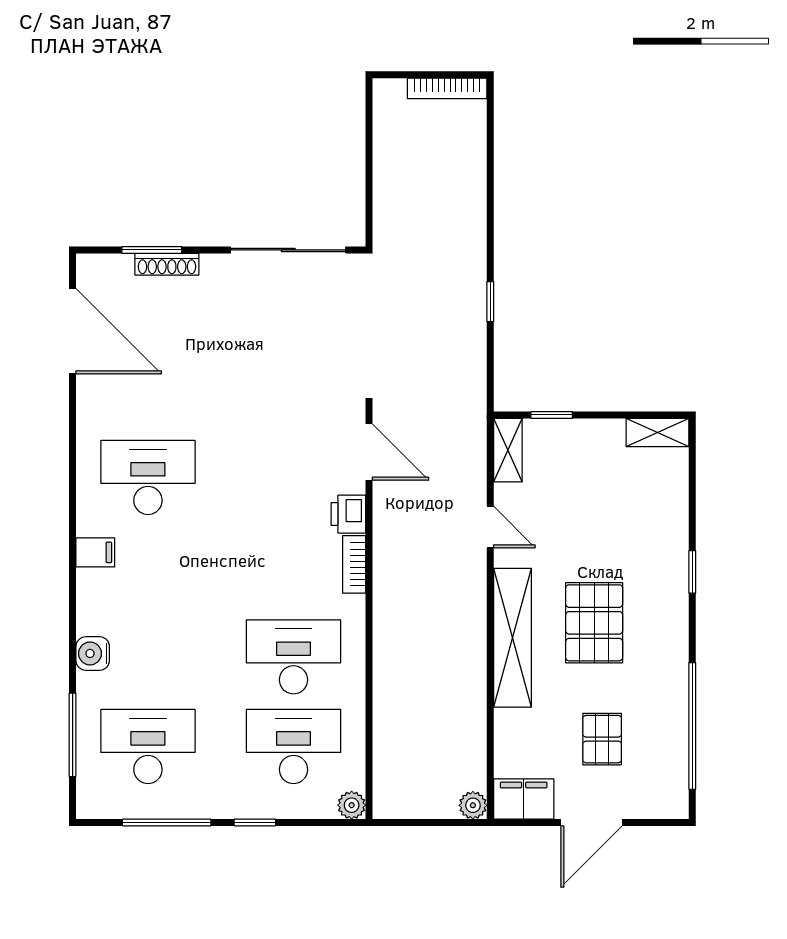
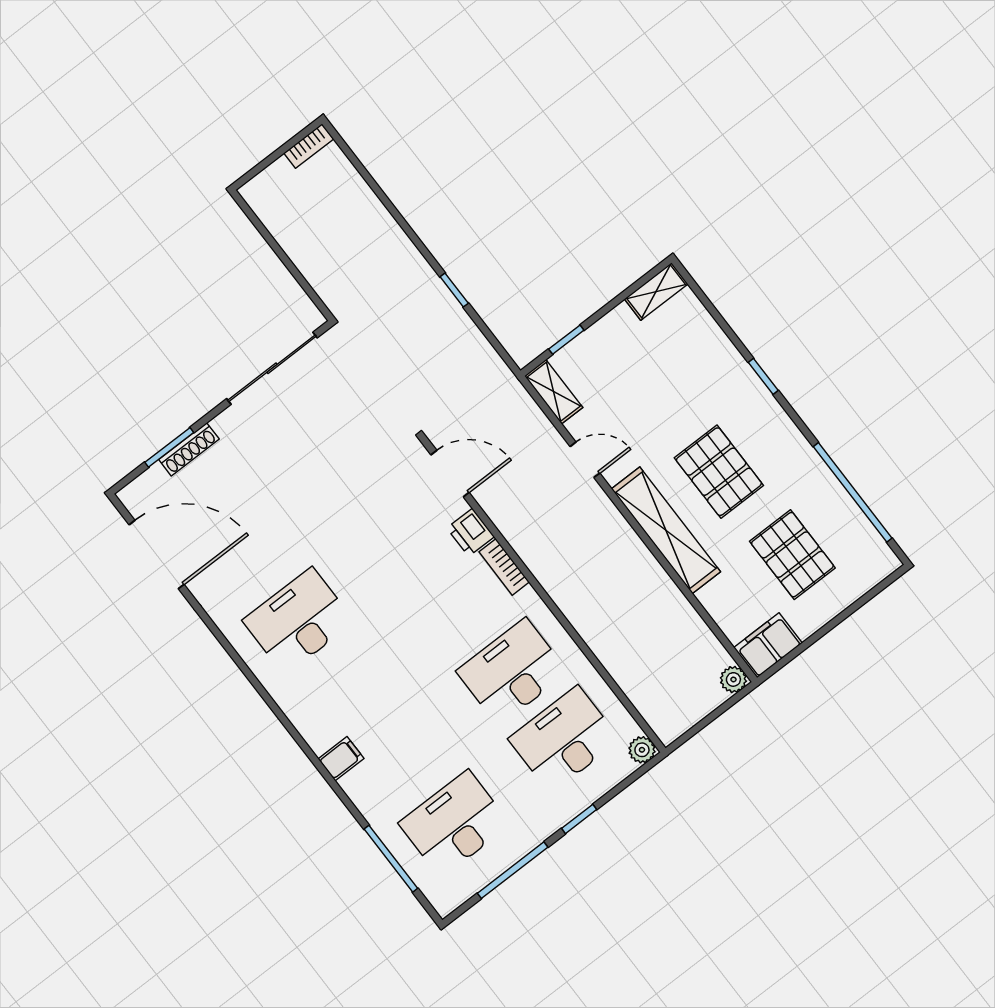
bookcase: (447, 88) -> (309, 146), width x0.64
filing cabinet: (95, 552) -> (341, 759), moved
water cooler: (93, 653) -> (359, 786), removed
pallet: (602, 739) -> (792, 555), width x1.50, depth x1.42
door: (591, 823) -> (833, 624), removed

